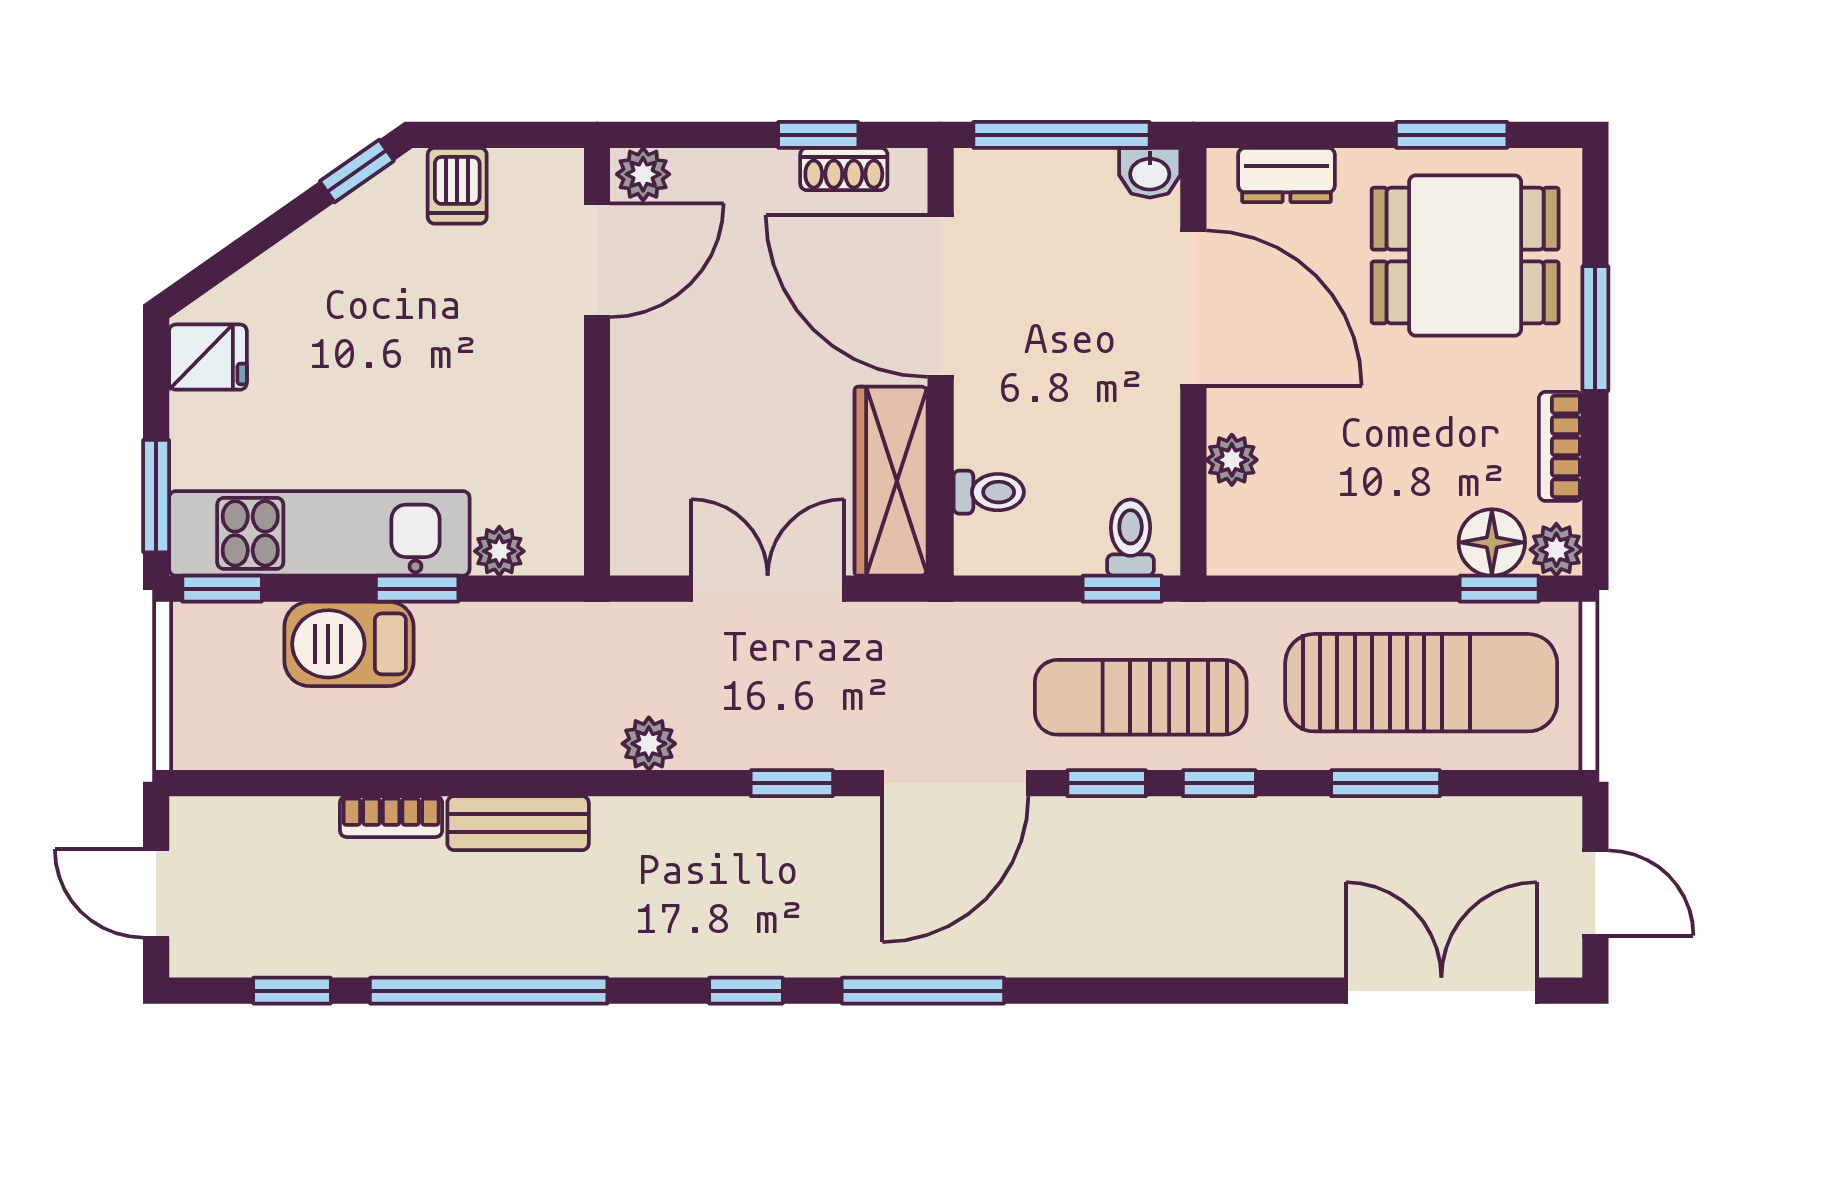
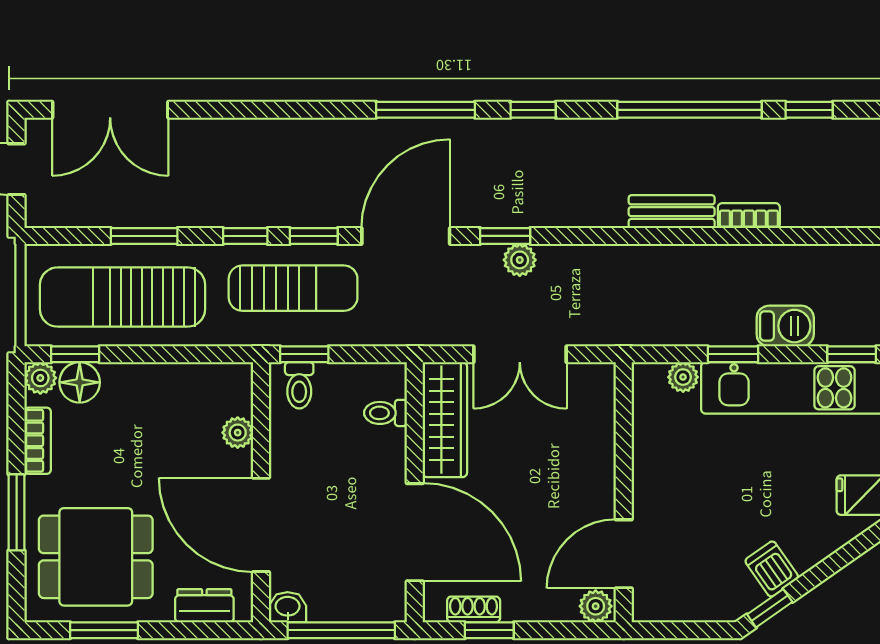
dishwasher: (457, 186) -> (772, 569), moved, turned -35
barbecue: (349, 644) -> (785, 326), width x0.73, depth x0.79
plant: (649, 744) -> (520, 260), moved

